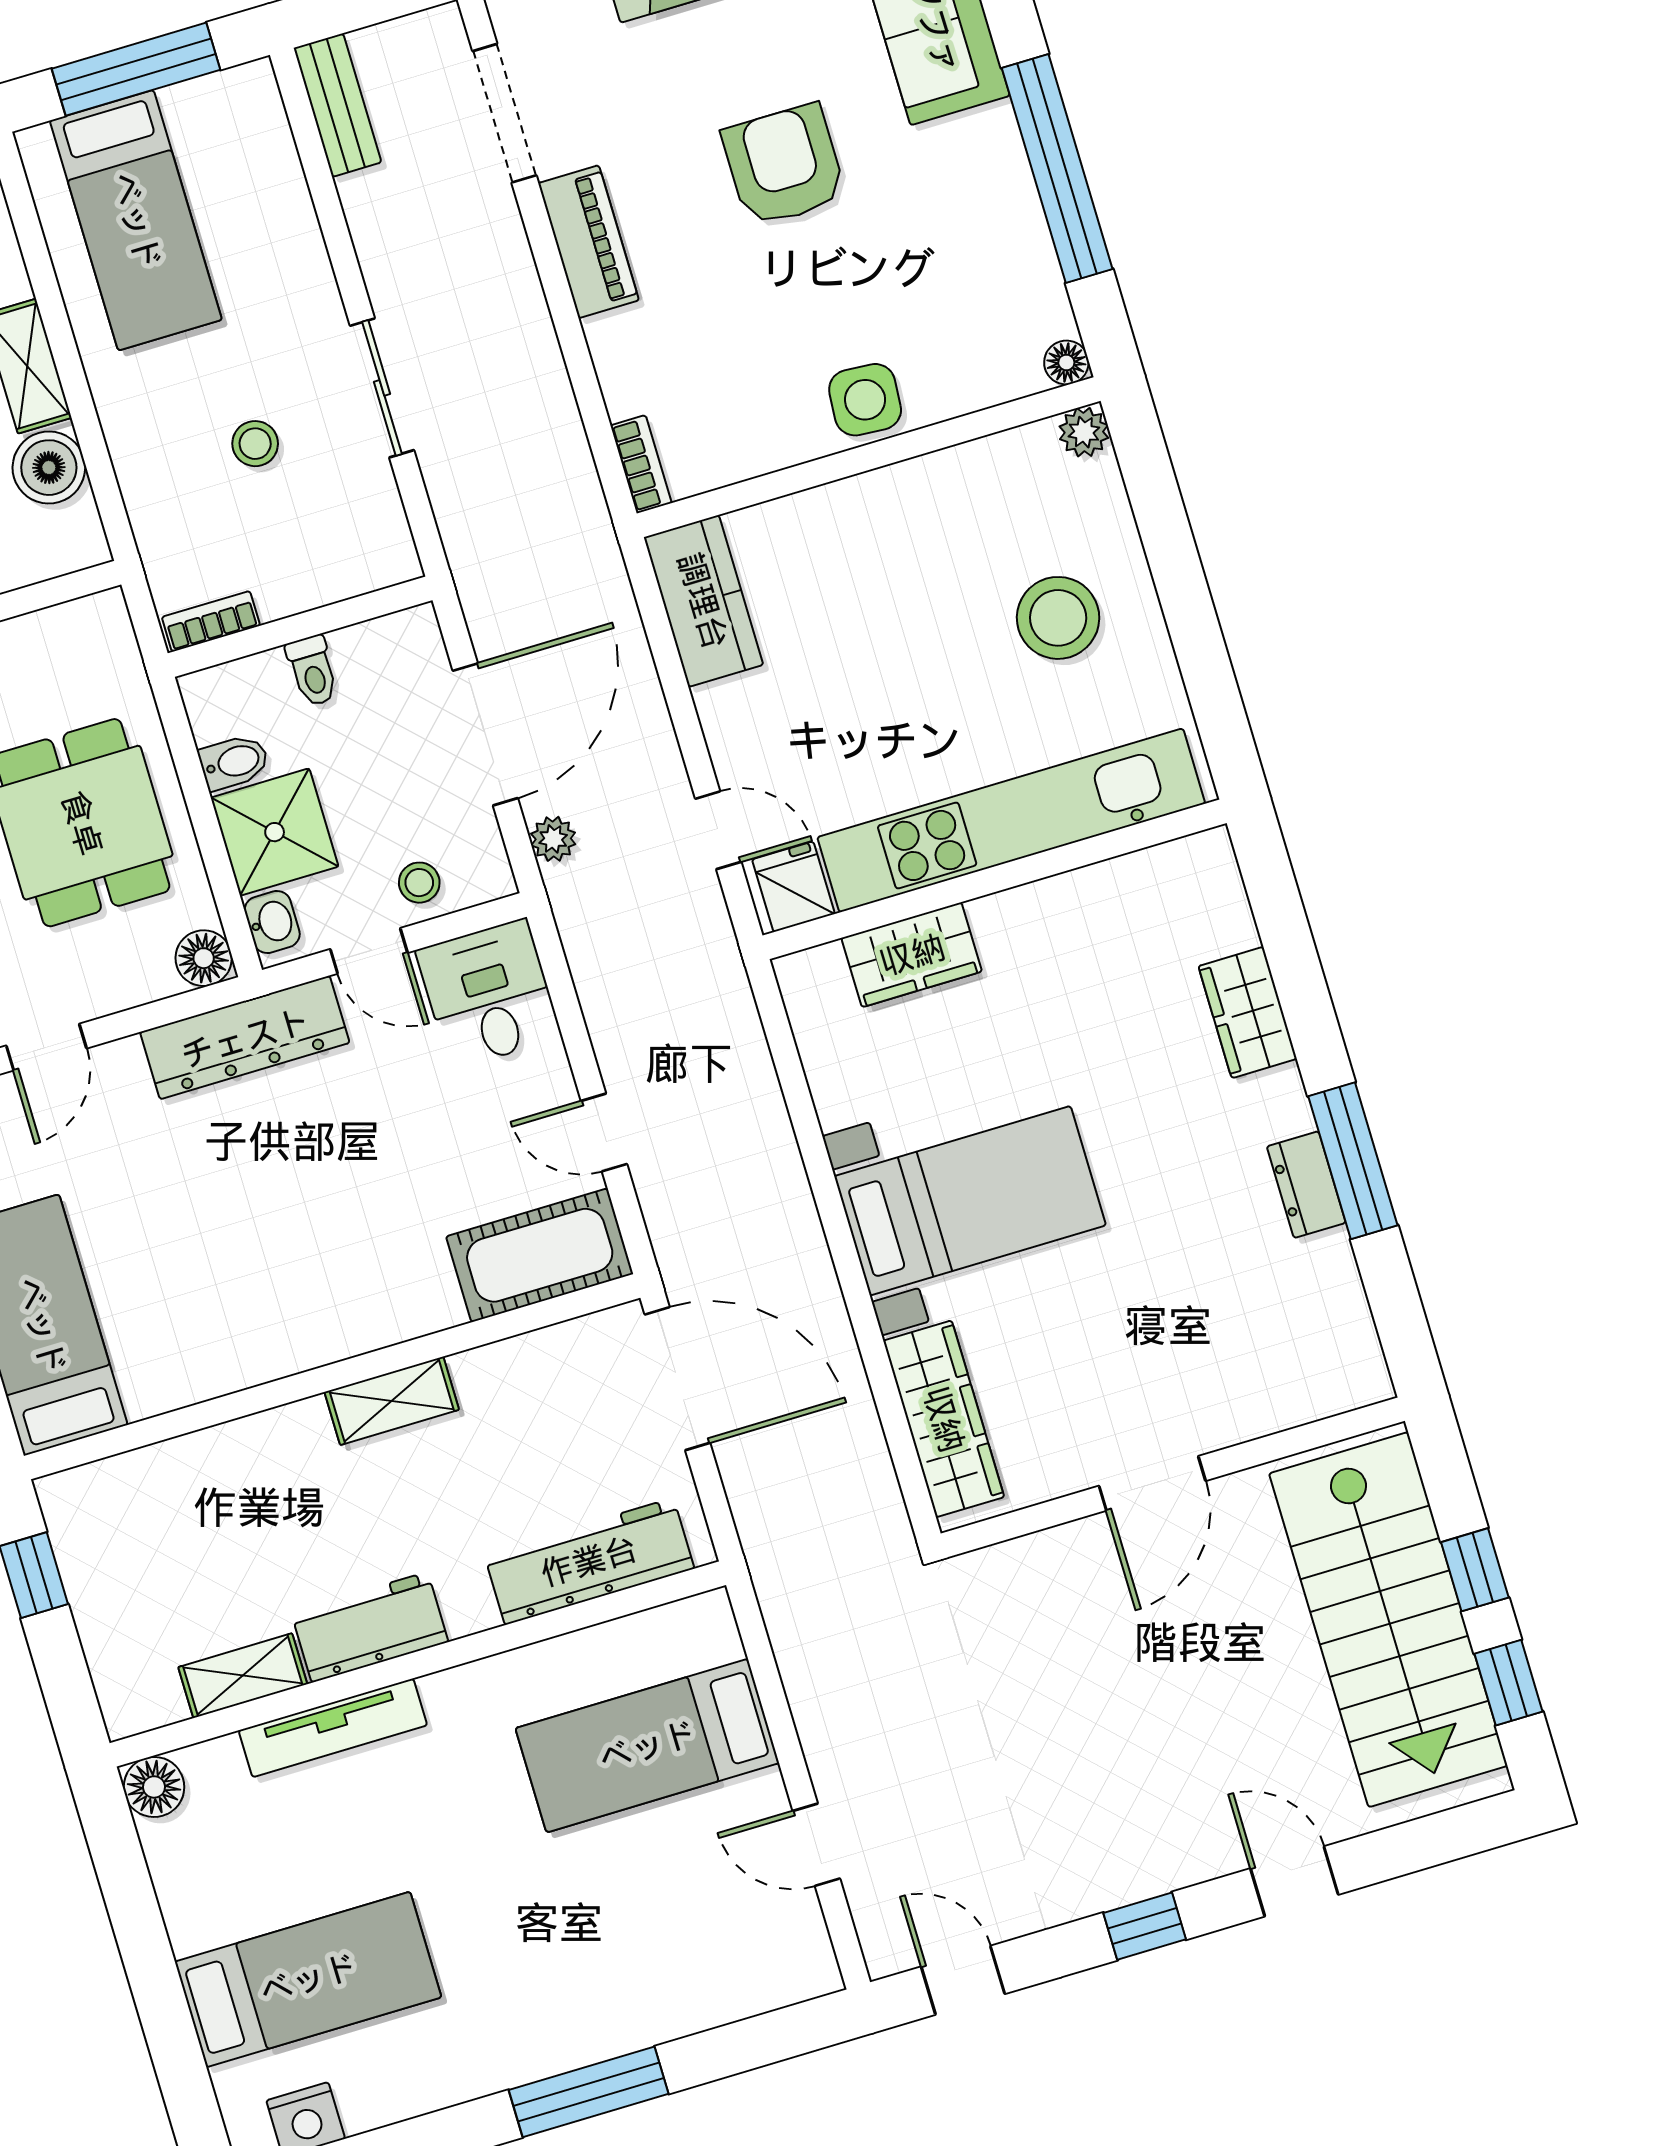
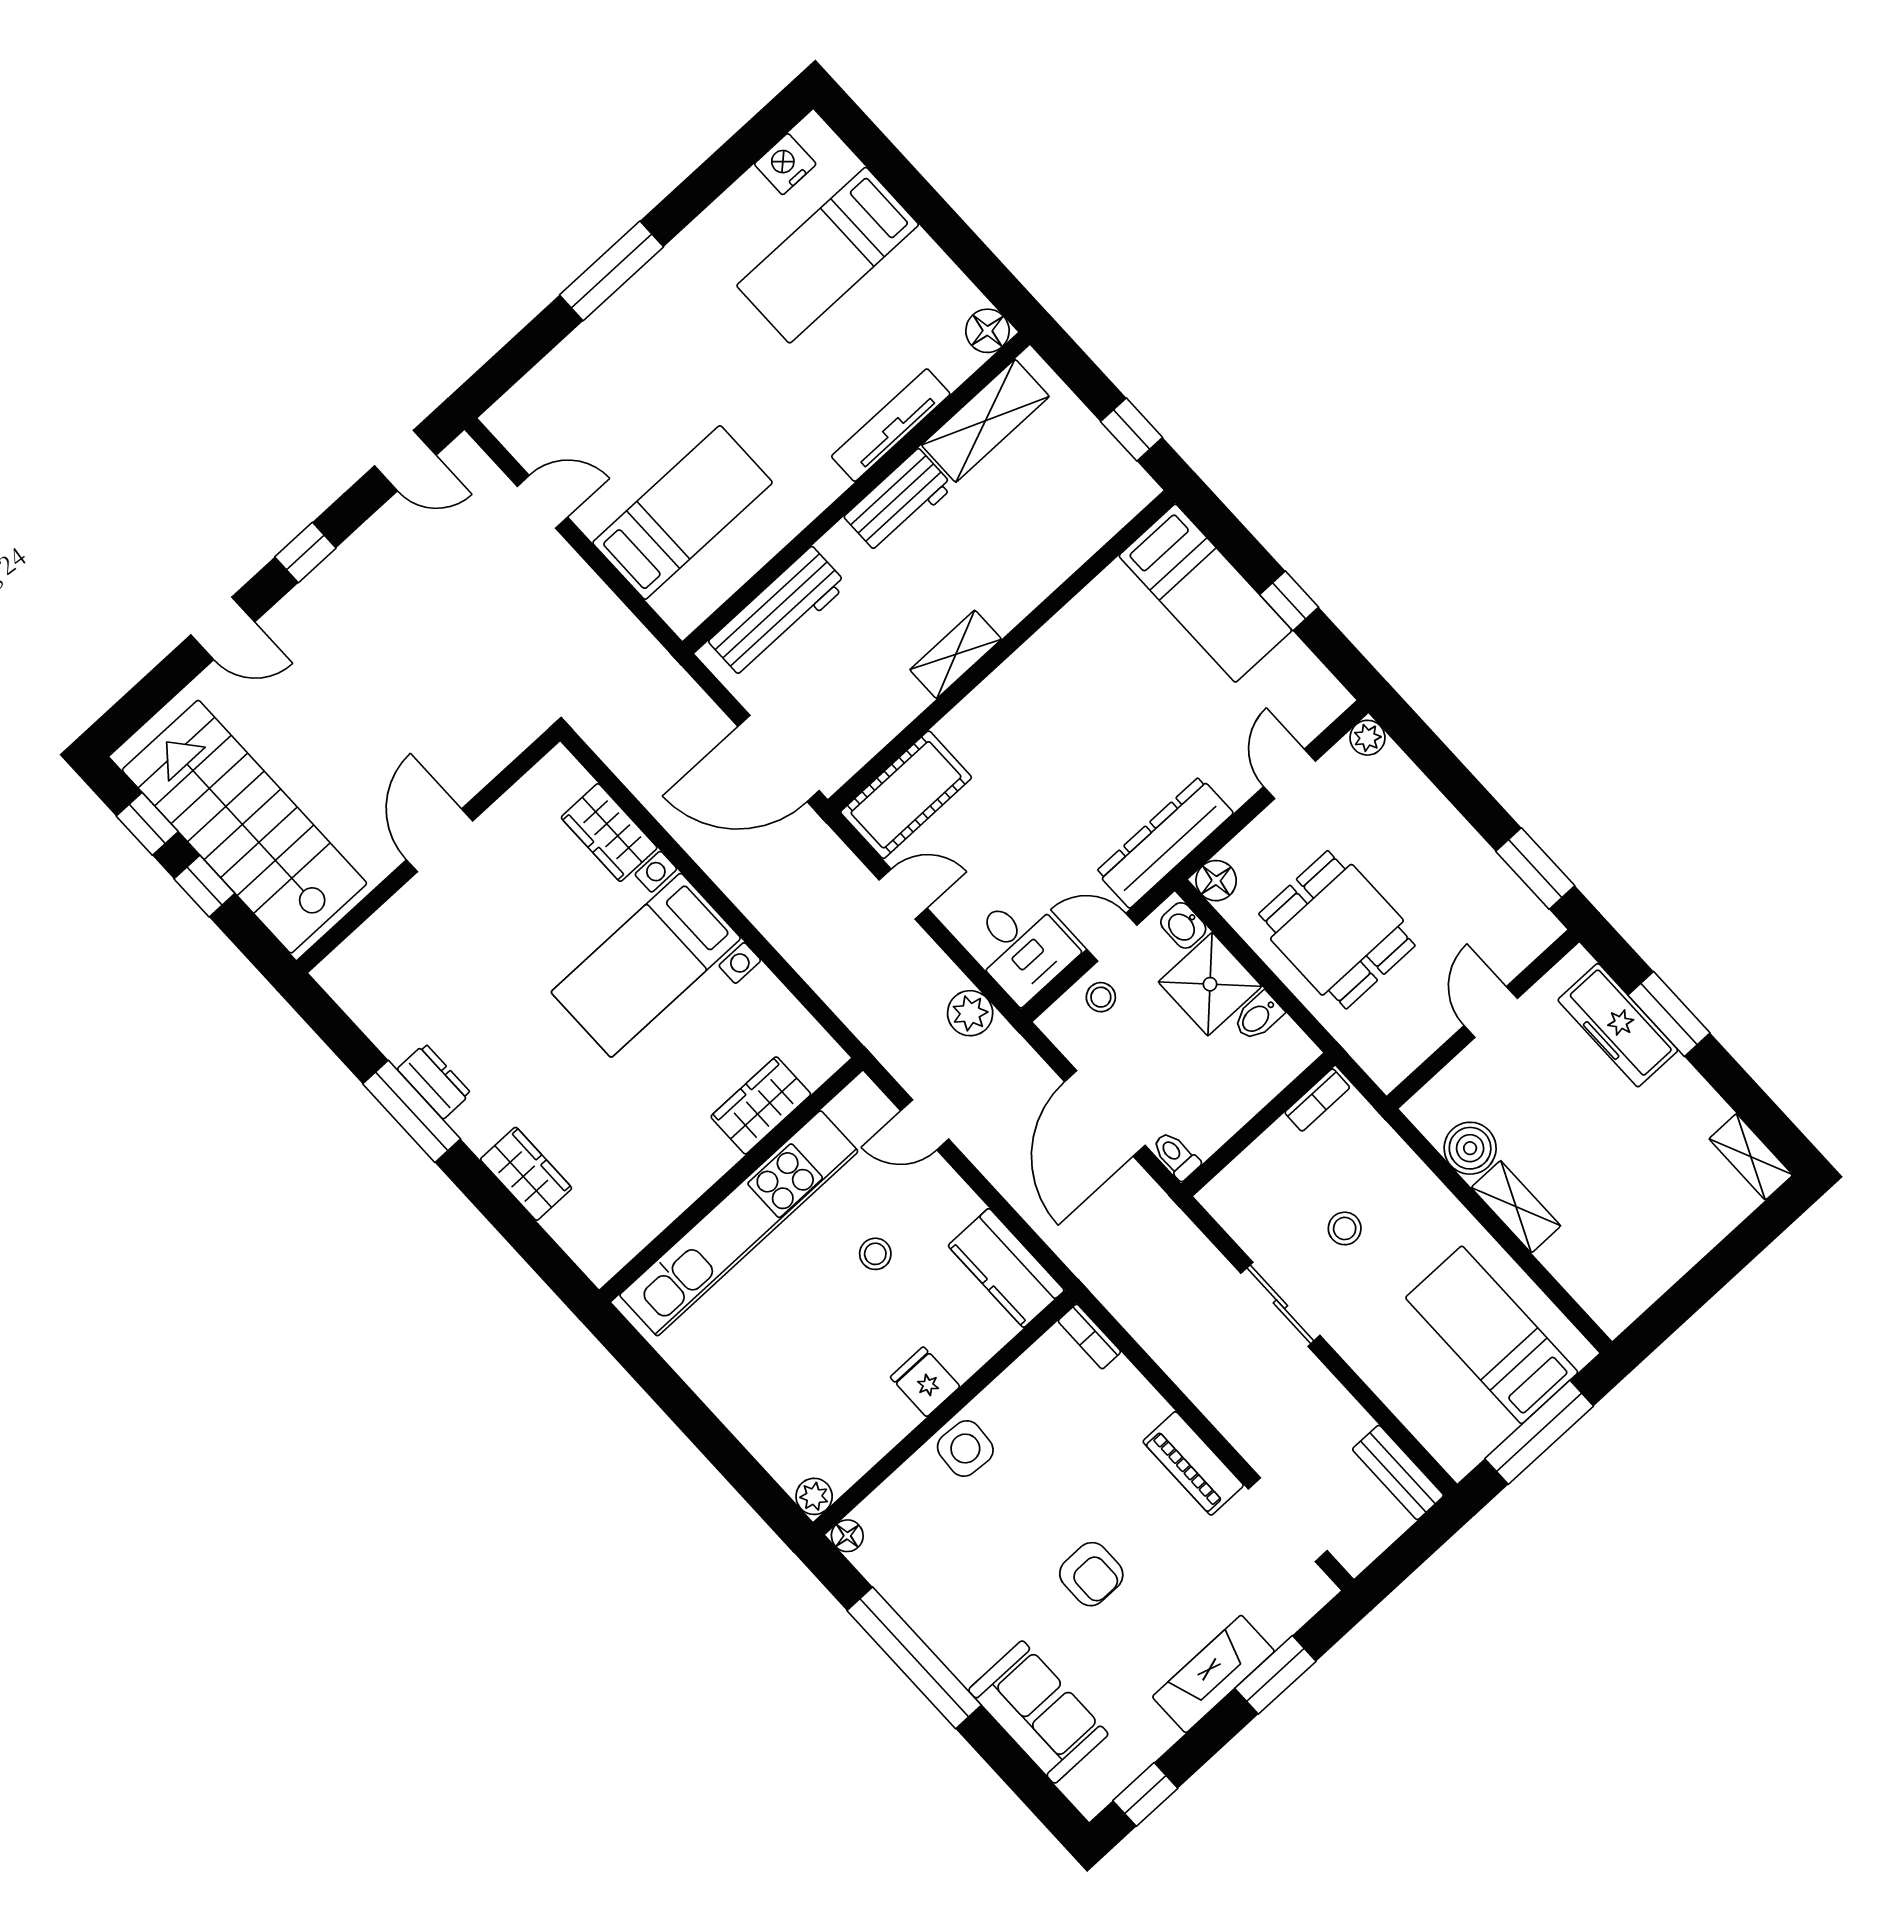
armchair: (784, 165) -> (1091, 1574), width x0.72, depth x0.72
stool: (1058, 618) -> (875, 1254), moved, width x0.53, depth x0.53
toilet: (312, 671) -> (1176, 1155), moved
plant: (553, 839) -> (970, 1013), moved, width x1.38, depth x1.38
fridge: (793, 887) -> (925, 1382), moved, turned 180
wardrobe: (944, 1419) -> (609, 833), width x0.67
shelving: (243, 1676) -> (985, 421), width x1.50, depth x1.33

